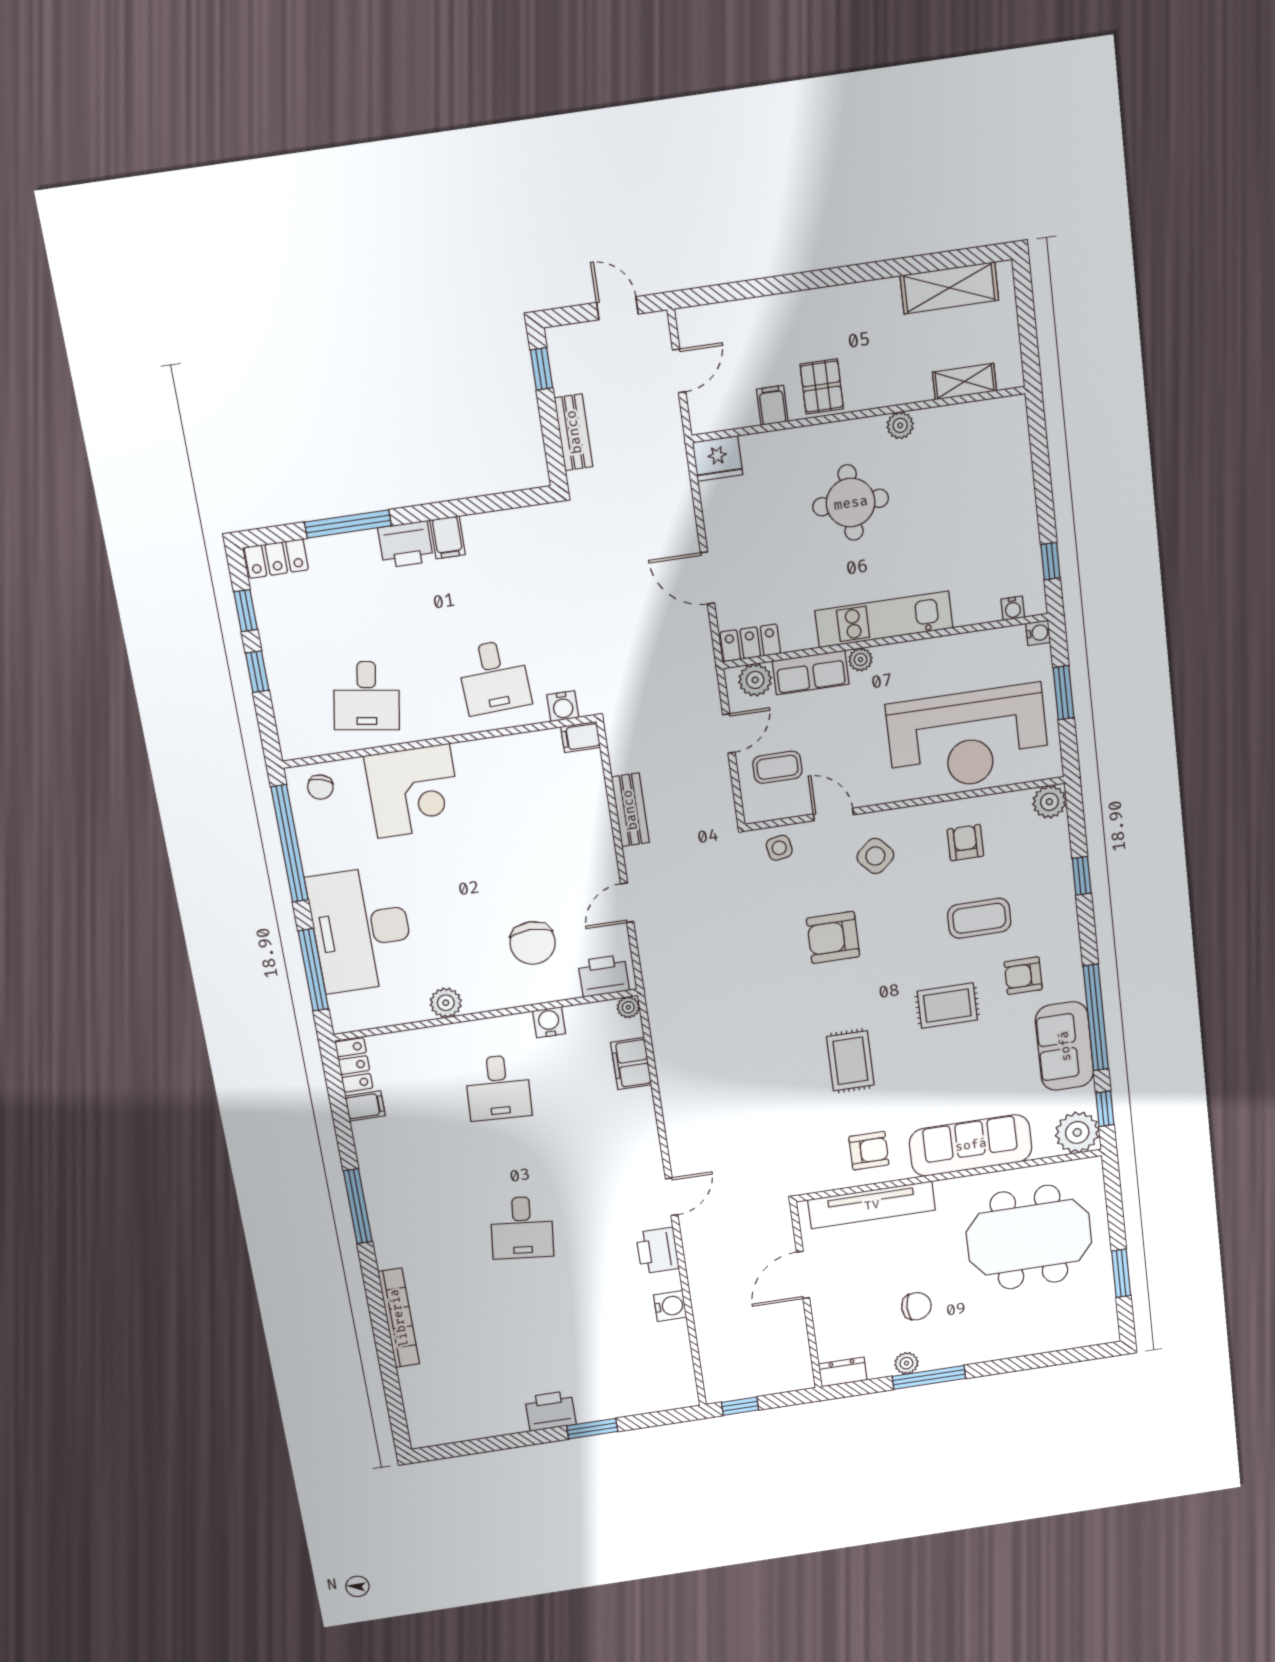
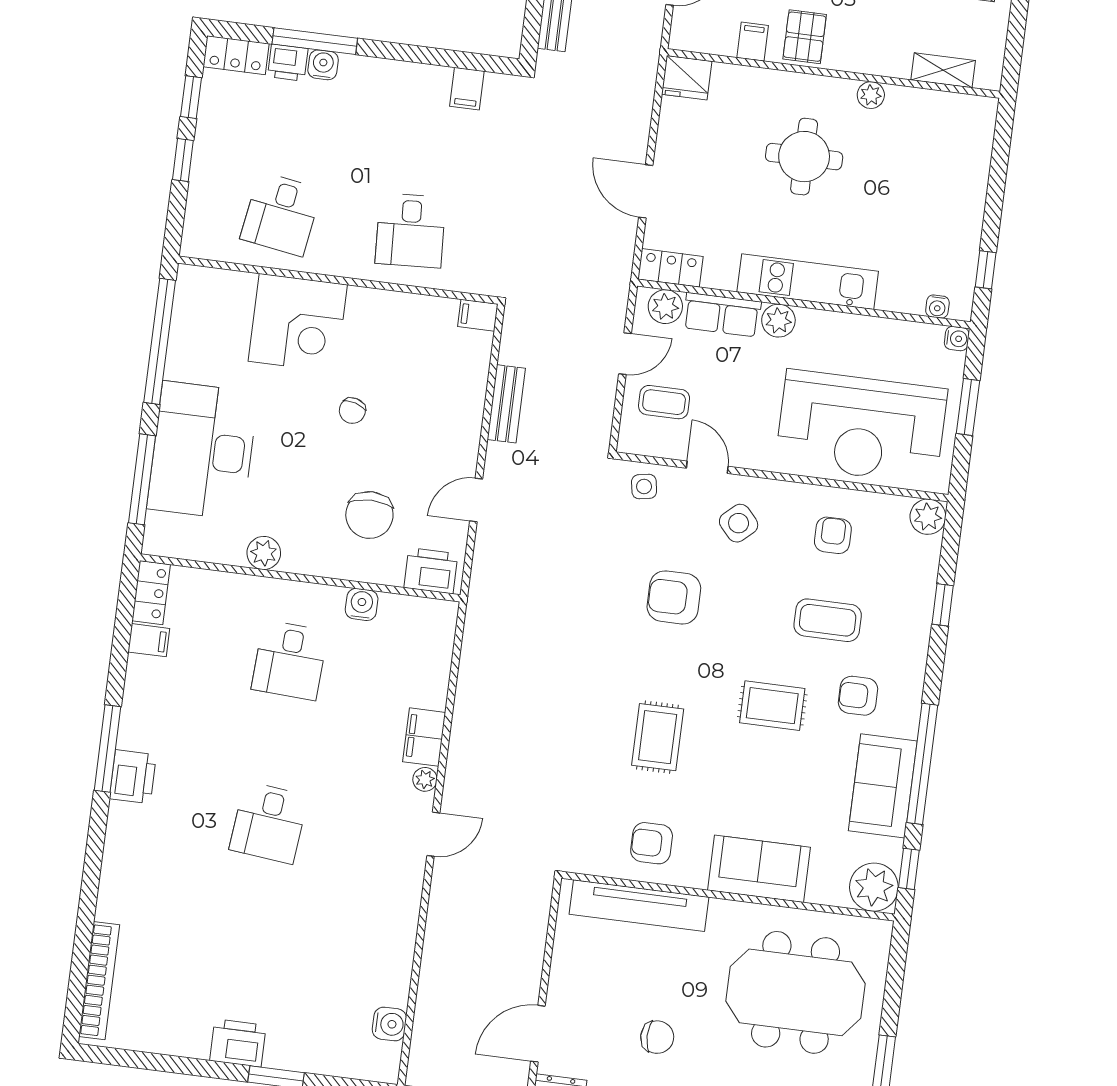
filing cabinet: (448, 537) -> (467, 89), moved
printer: (406, 544) -> (288, 63), moved, width x0.73, depth x0.81
plant: (861, 660) -> (778, 321), width x1.38, depth x1.38
water cooler: (563, 706) -> (323, 65), moved, turned 180
chair: (320, 787) -> (352, 411), moved
plant: (628, 1007) -> (425, 779), moved
filing cabinet: (631, 1064) -> (424, 737), moved
sofa: (971, 1145) -> (759, 869), width x0.73
armchair: (869, 1151) -> (652, 843), turned 180
printer: (657, 1250) -> (133, 777), moved, turned 180
door: (803, 1275) -> (538, 1034), moved
water cooler: (670, 1306) -> (389, 1024), moved
bookcase: (399, 1318) -> (99, 981), moved

